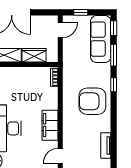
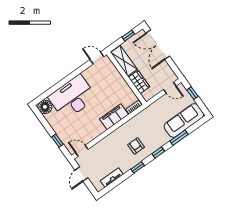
window: (114, 28) -> (138, 167), moved
armchair: (92, 101) -> (136, 146), width x0.53, depth x0.53
filing cabinet: (50, 125) -> (114, 117), moved

